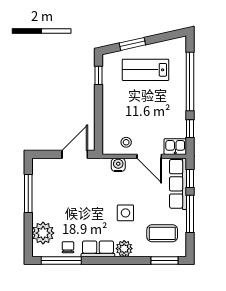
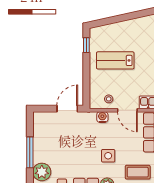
window: (132, 44) -> (114, 20), removed
lab bench: (146, 70) -> (115, 60), moved
window: (28, 193) -> (30, 152), moved

